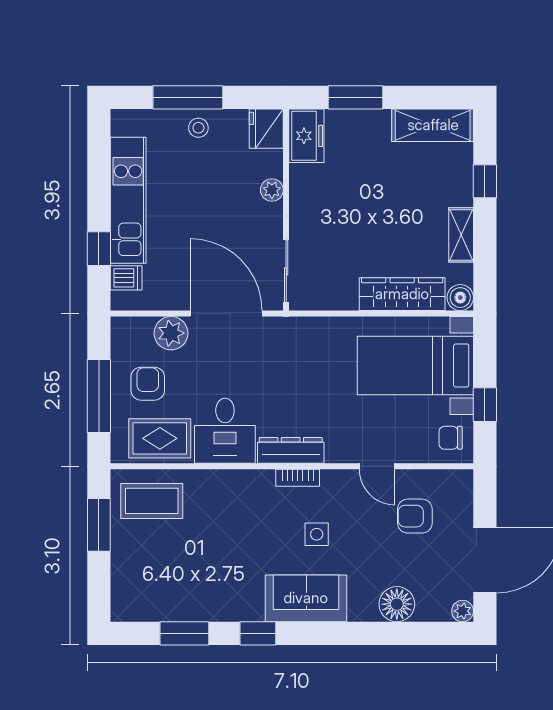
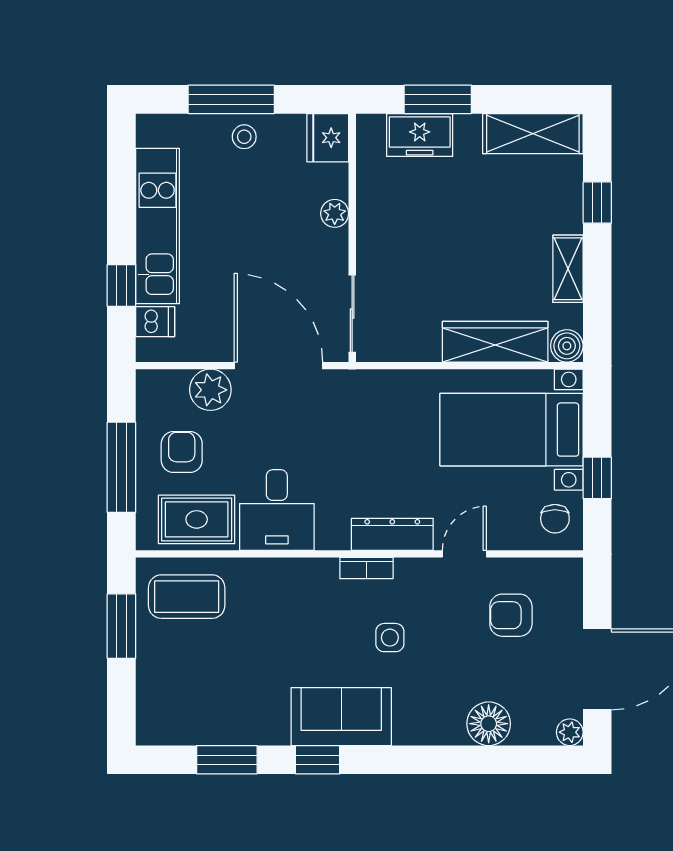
freezer: (306, 136) -> (420, 135), moved, turned 90
chair: (451, 438) -> (555, 519), turned -90
dresser: (291, 450) -> (392, 534), moved
door: (377, 466) -> (464, 554), swing flipped
sofa: (306, 598) -> (341, 717), moved

